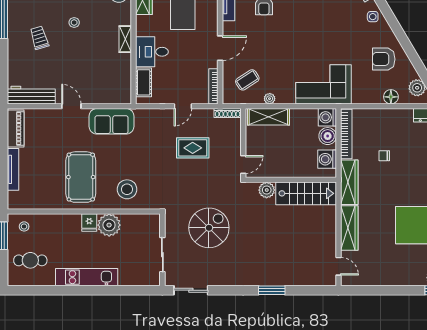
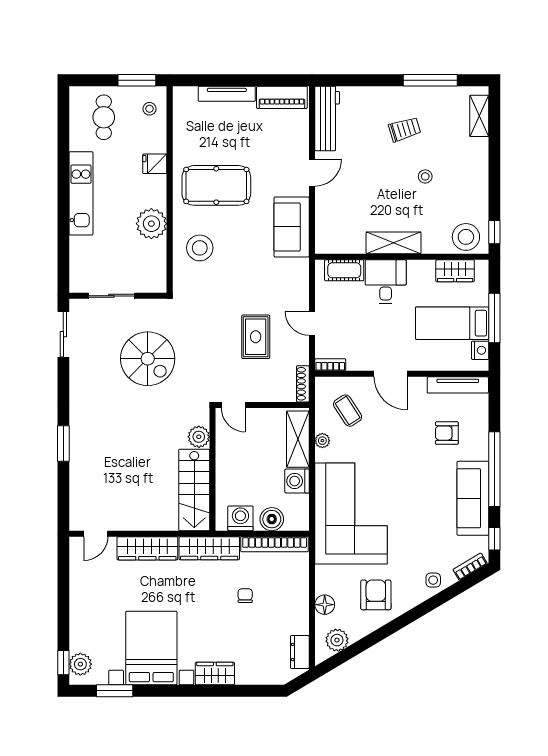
shelving: (125, 39) -> (394, 243), width x1.50, depth x1.33
corner sofa: (323, 84) -> (351, 513), width x1.36, depth x1.36
bookcase: (213, 86) -> (330, 365), width x0.64
washing machine: (327, 117) -> (297, 481), moved, turned -90
fridge: (89, 223) -> (155, 164), moved

